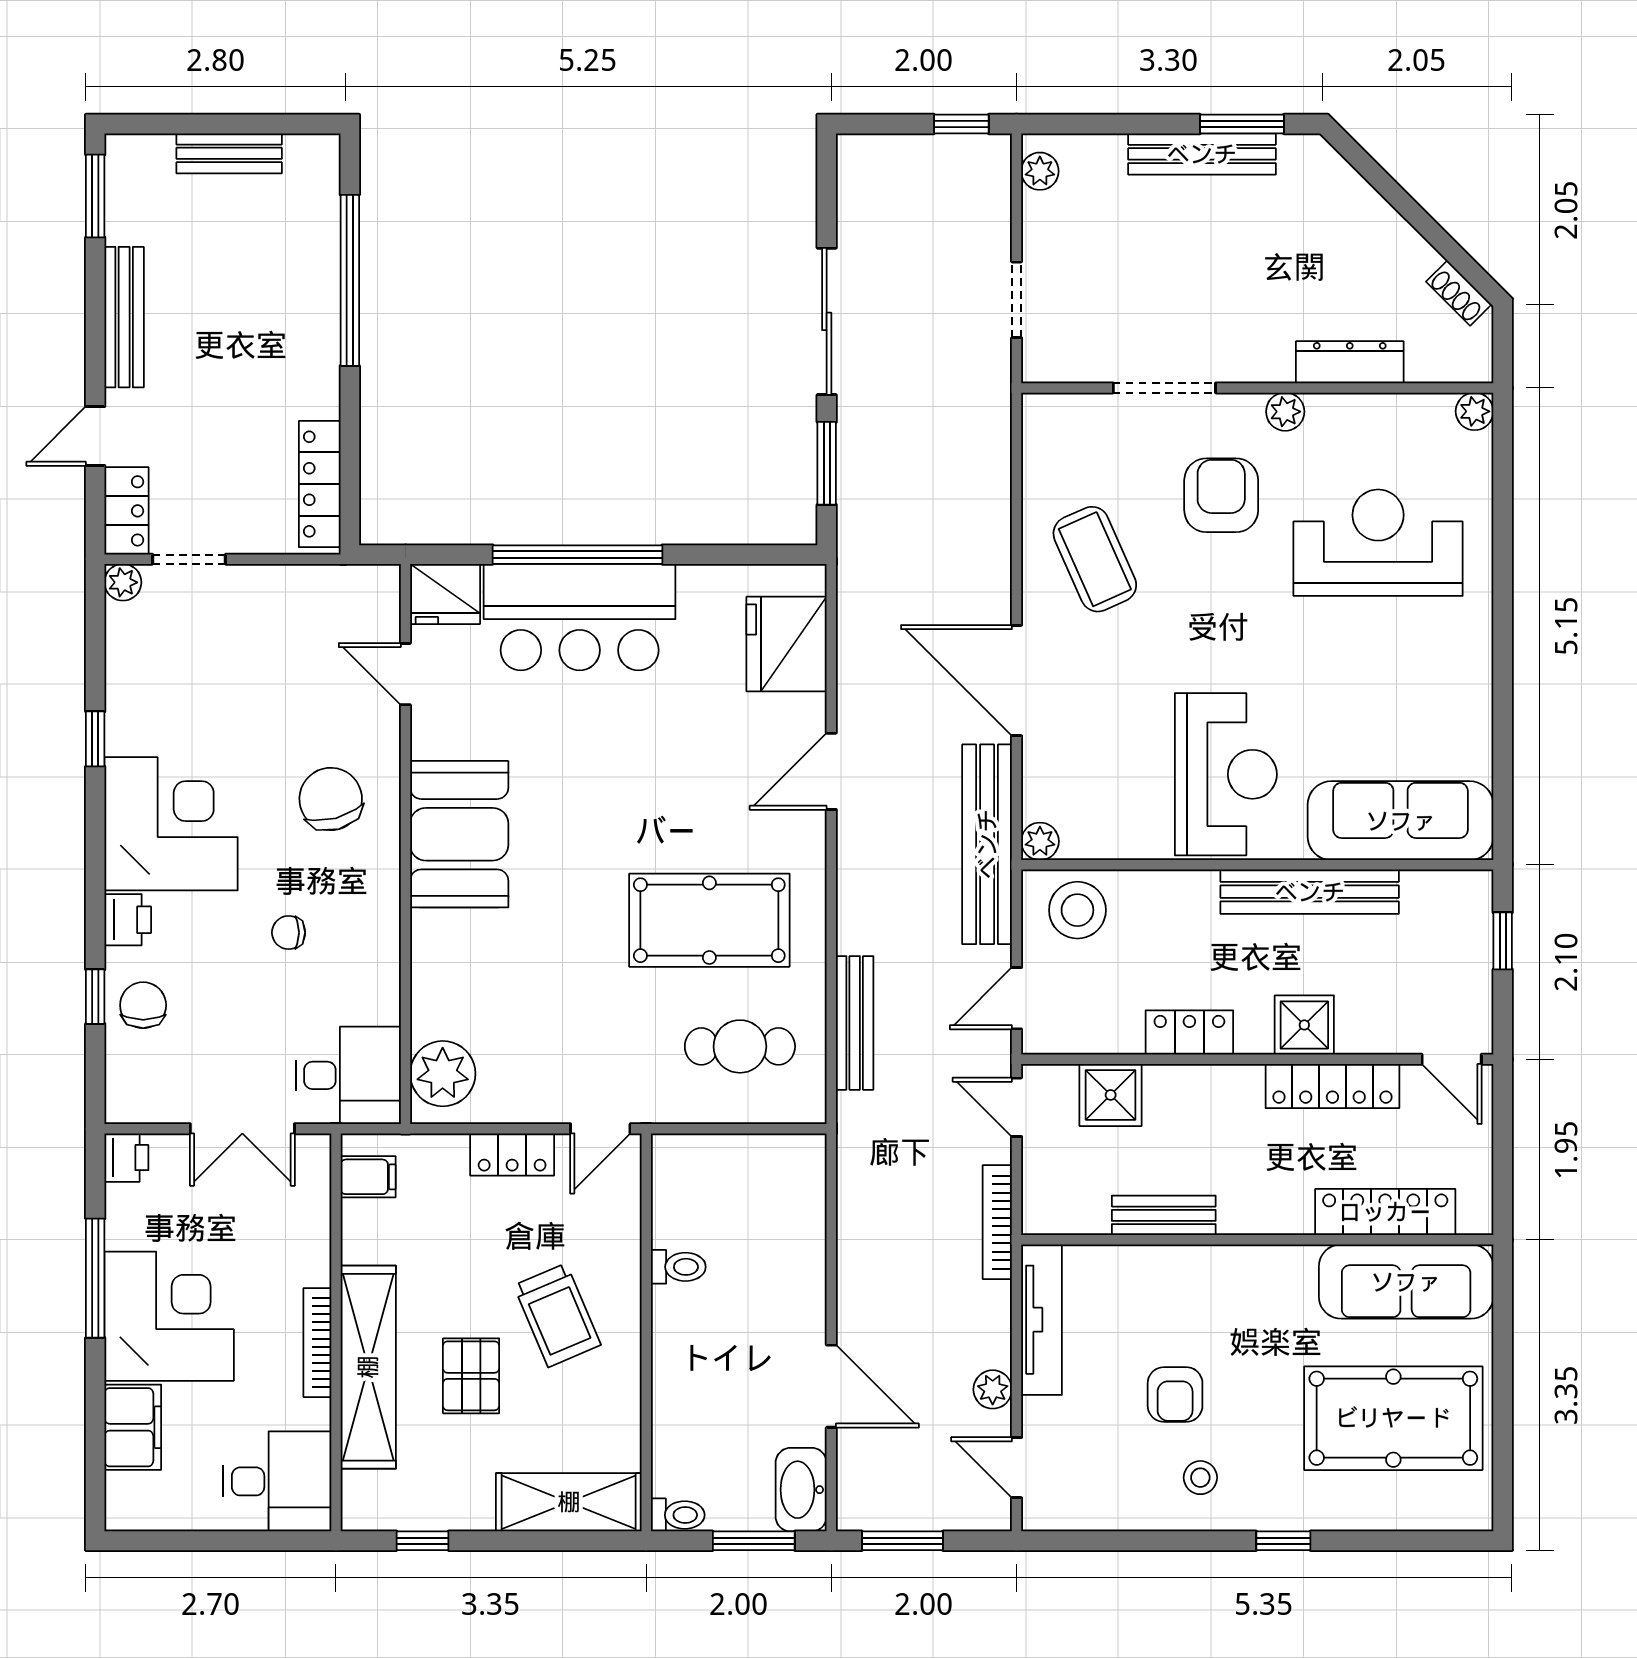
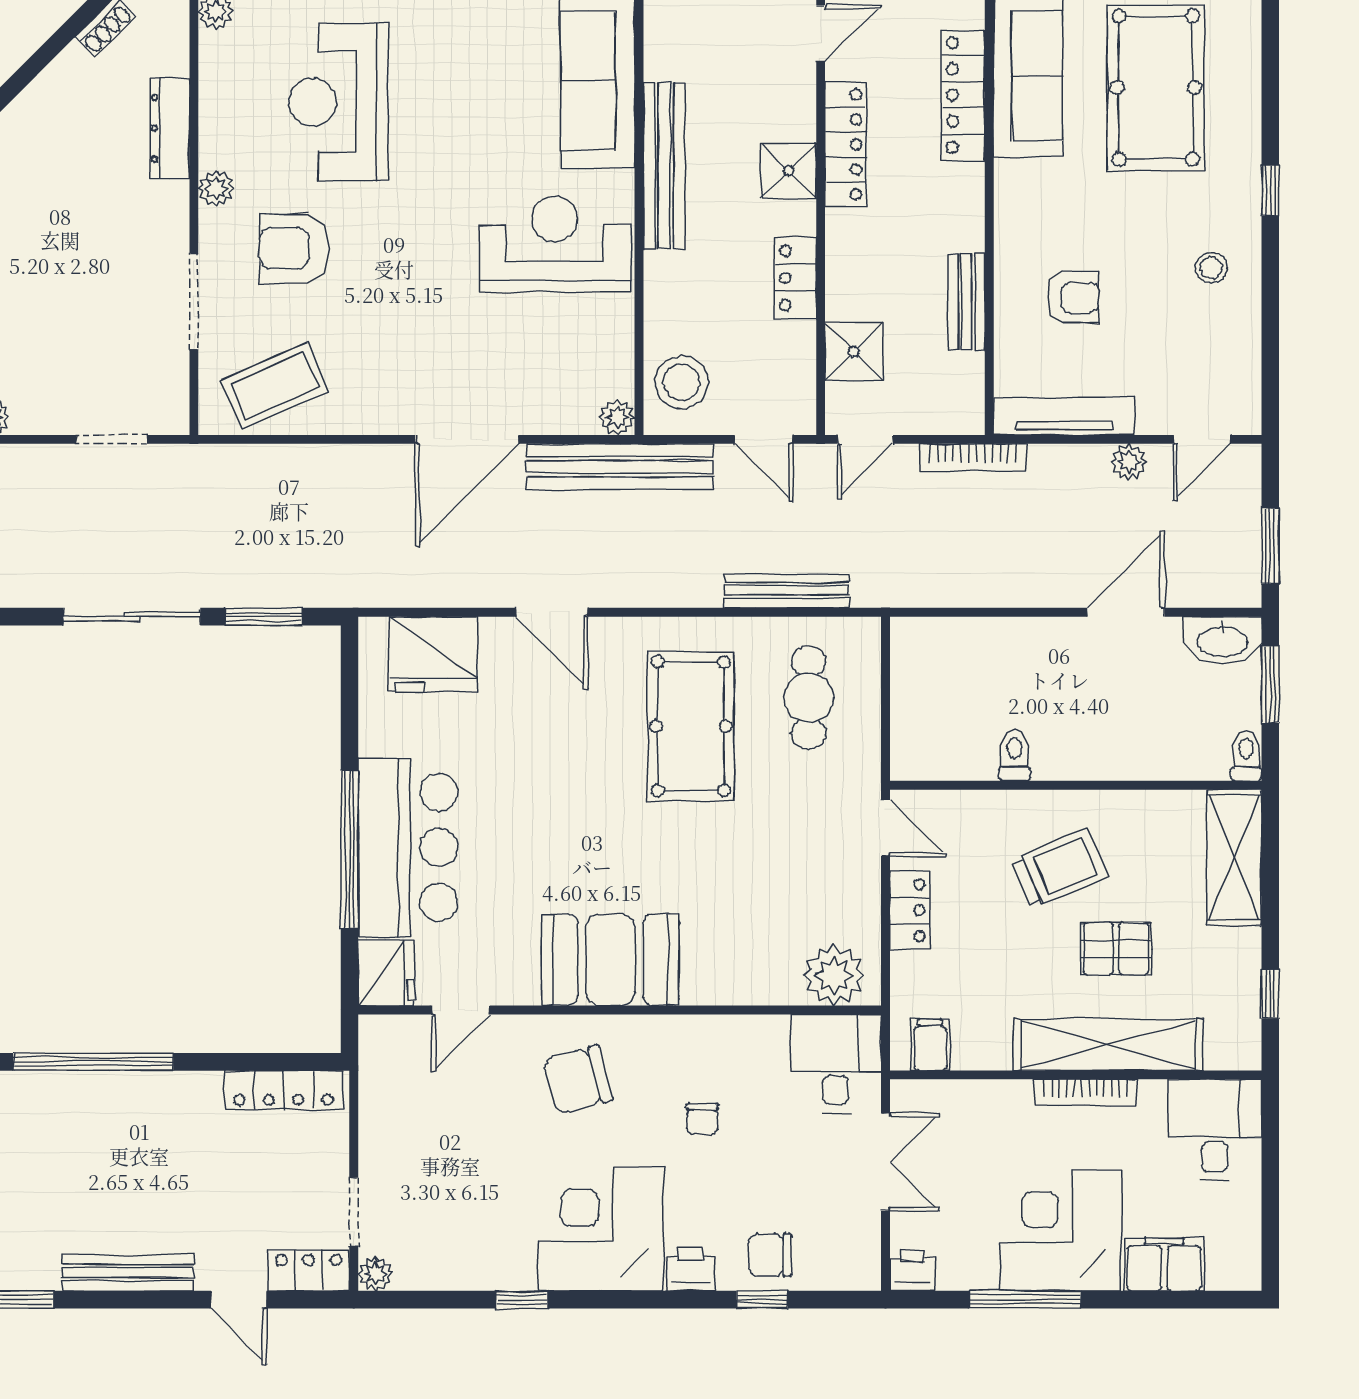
coffee table: (1095, 559) -> (275, 386), moved
armchair: (1175, 1395) -> (1073, 297), moved

